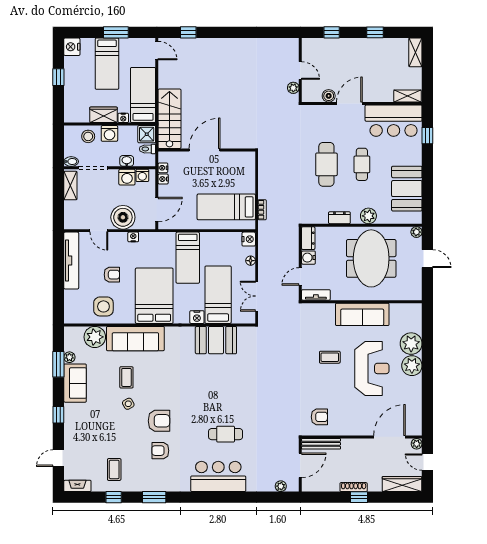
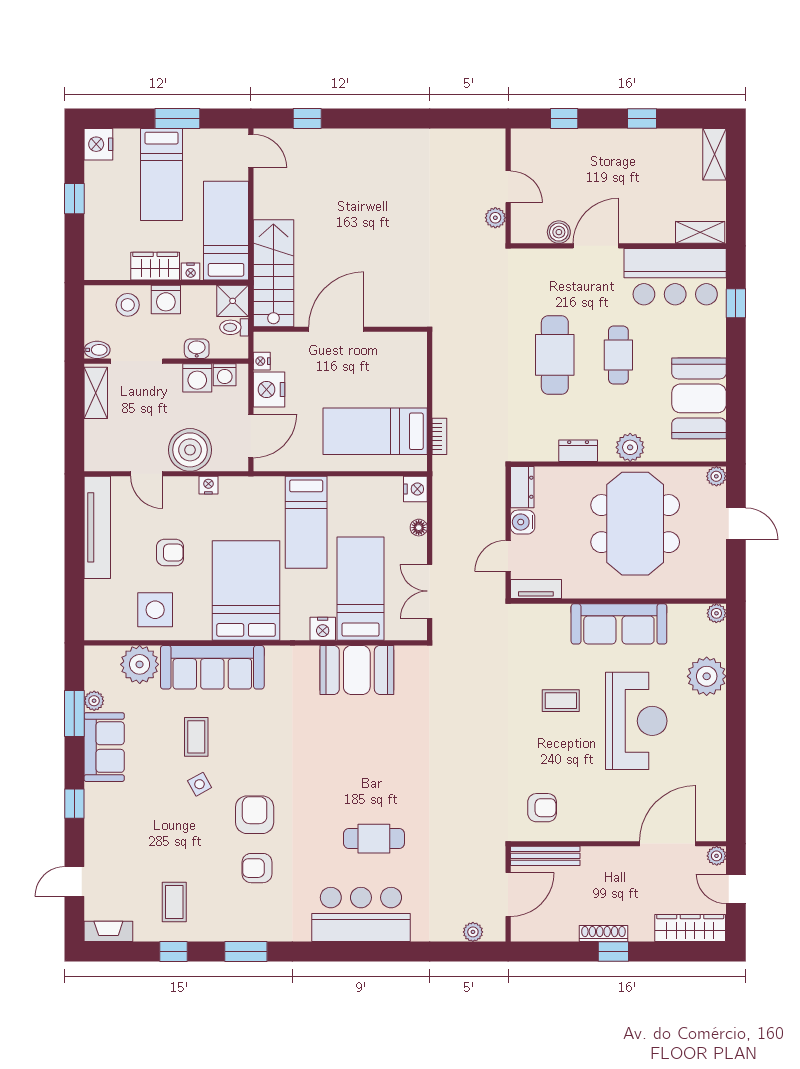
nightstand: (163, 179) -> (269, 390), width x1.89, depth x1.79
plant: (412, 366) -> (716, 613), moved, width x0.53, depth x0.53
armchair: (159, 421) -> (255, 815), turned -90

